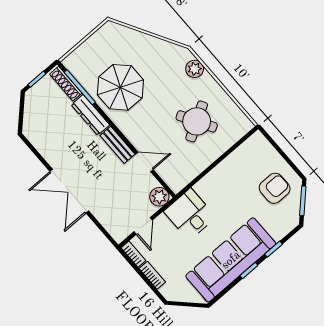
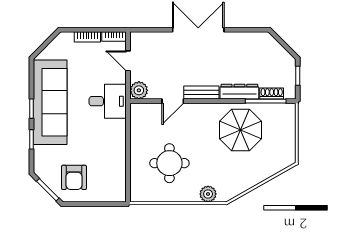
shoe rack: (66, 84) -> (272, 94), width x0.70
round table: (197, 121) -> (169, 163), turned 30

